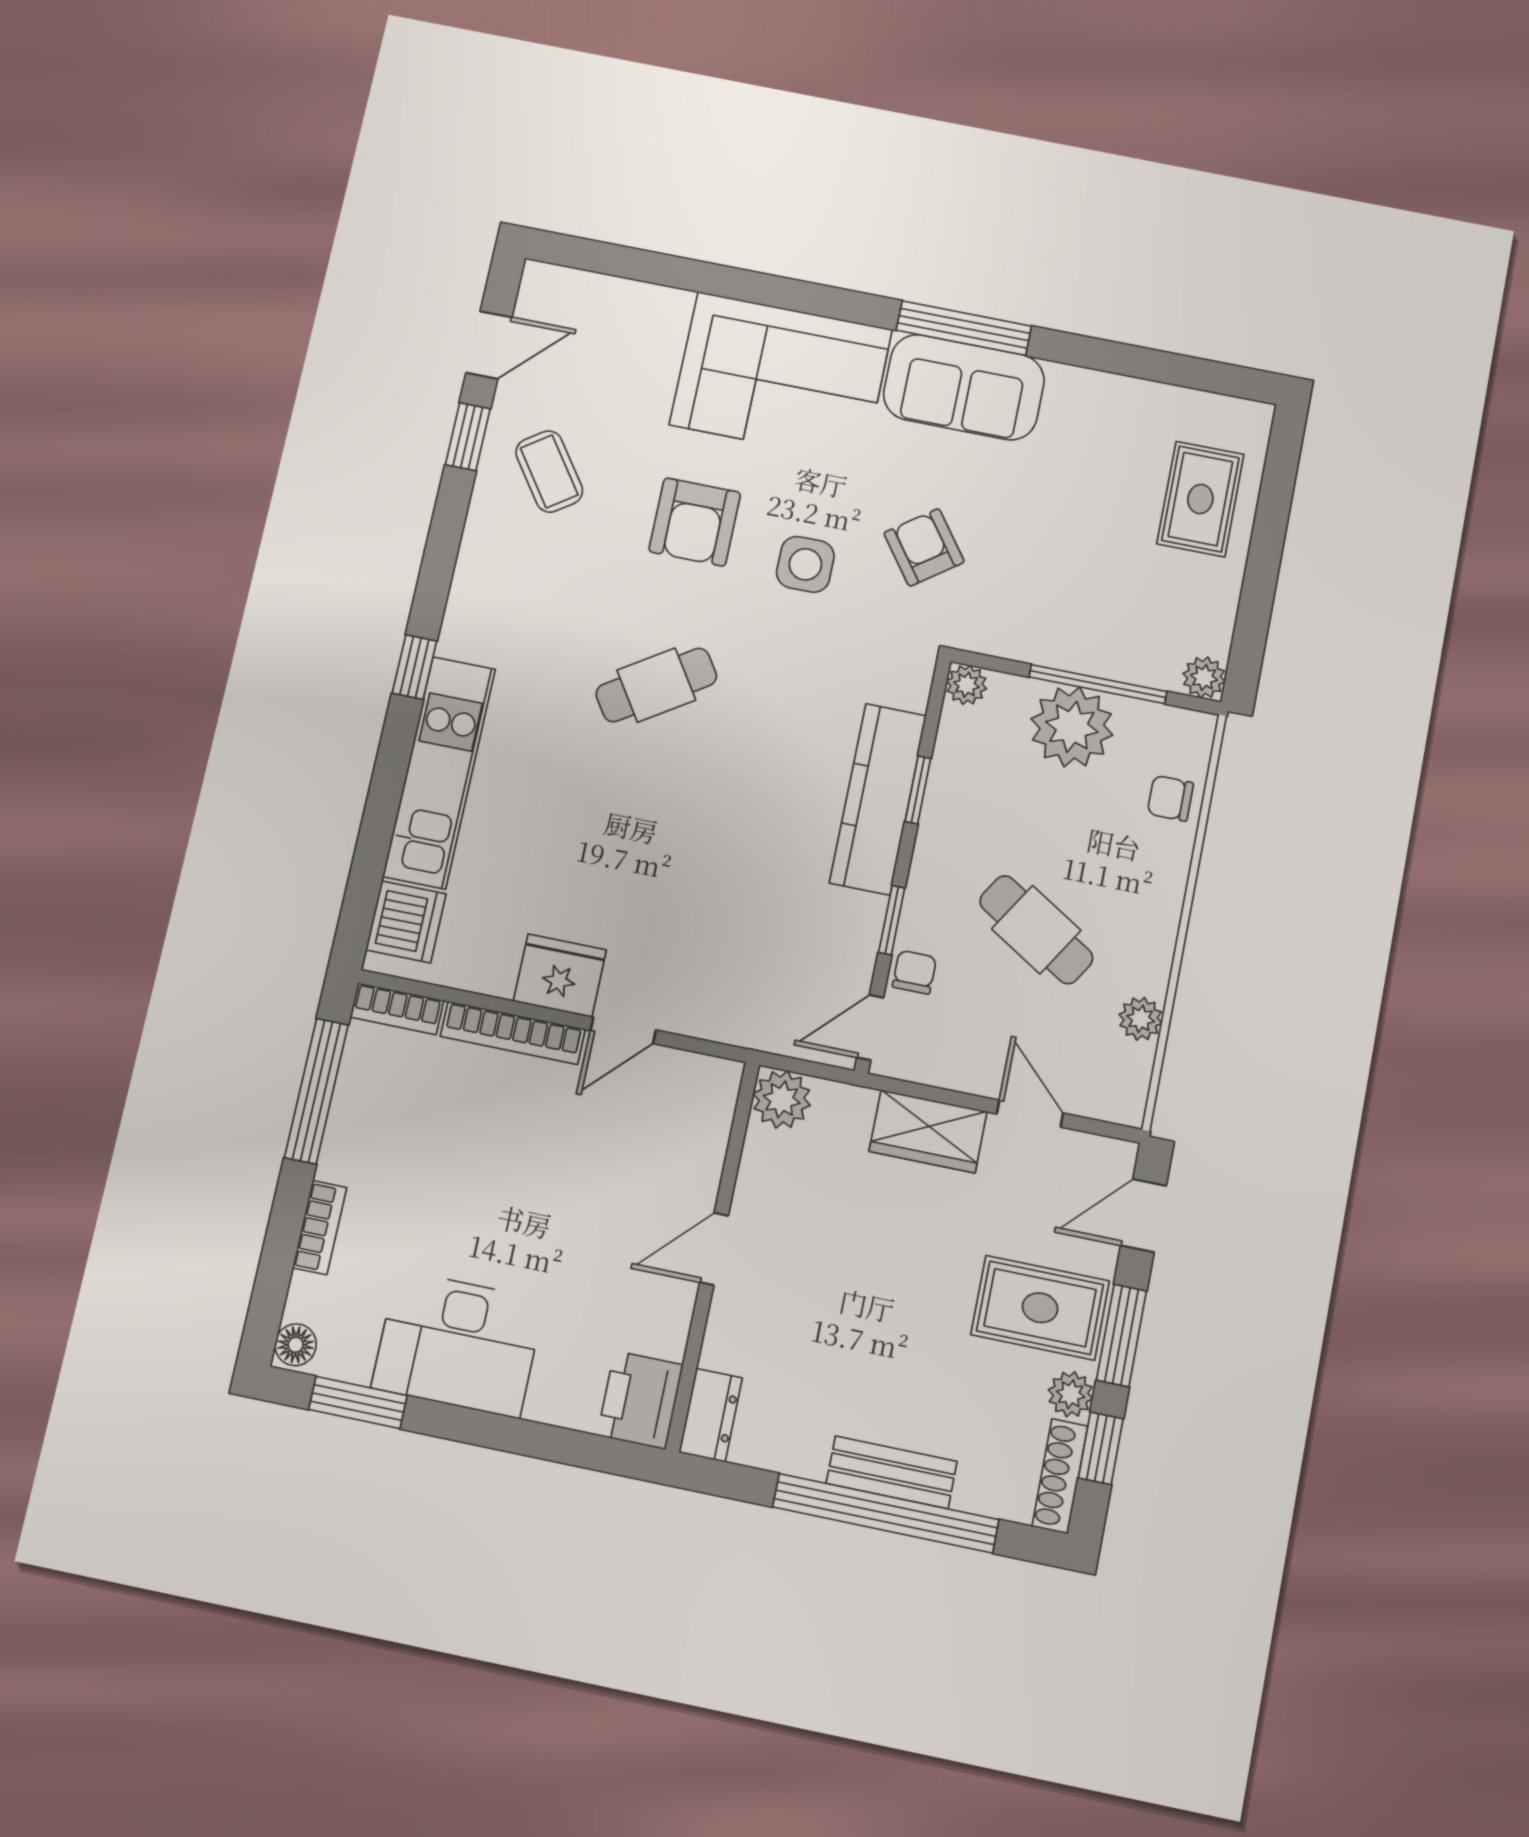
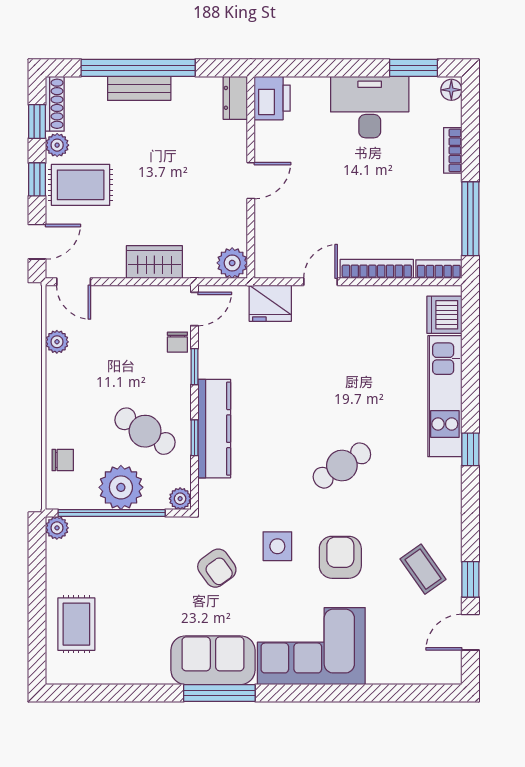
window: (1098, 684) -> (112, 513), width x1.46
cafe table: (1036, 930) -> (145, 431), moved
fridge: (560, 976) -> (270, 303), moved
door: (1030, 1114) -> (74, 282), moved
window: (1121, 1336) -> (37, 179), width x0.67

